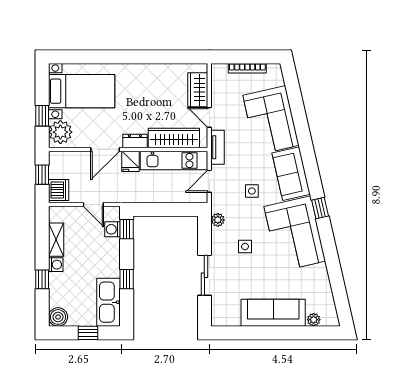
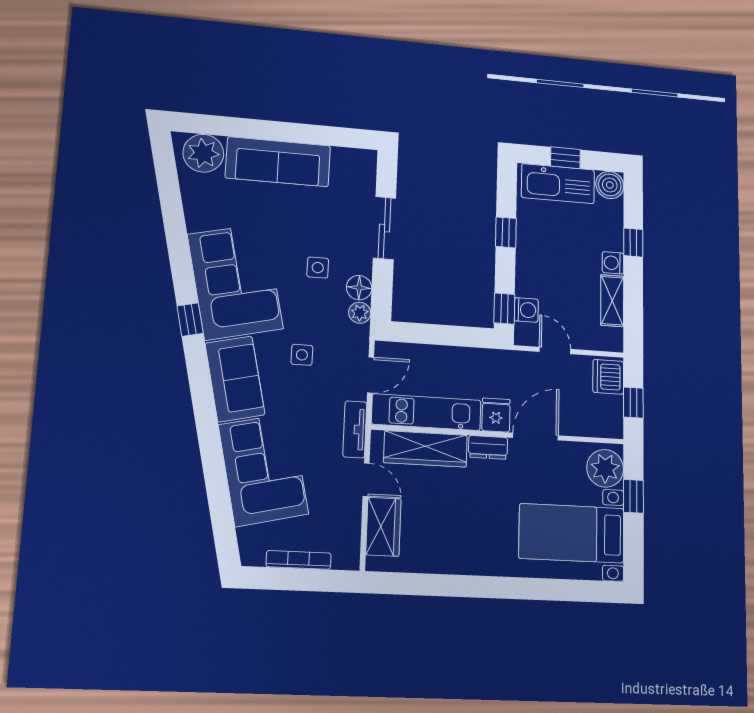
floor lamp: (219, 236) -> (359, 288), added
kitchen sink: (108, 302) -> (558, 184), moved, turned 90
plant: (314, 320) -> (203, 153), width x1.87, depth x1.87

